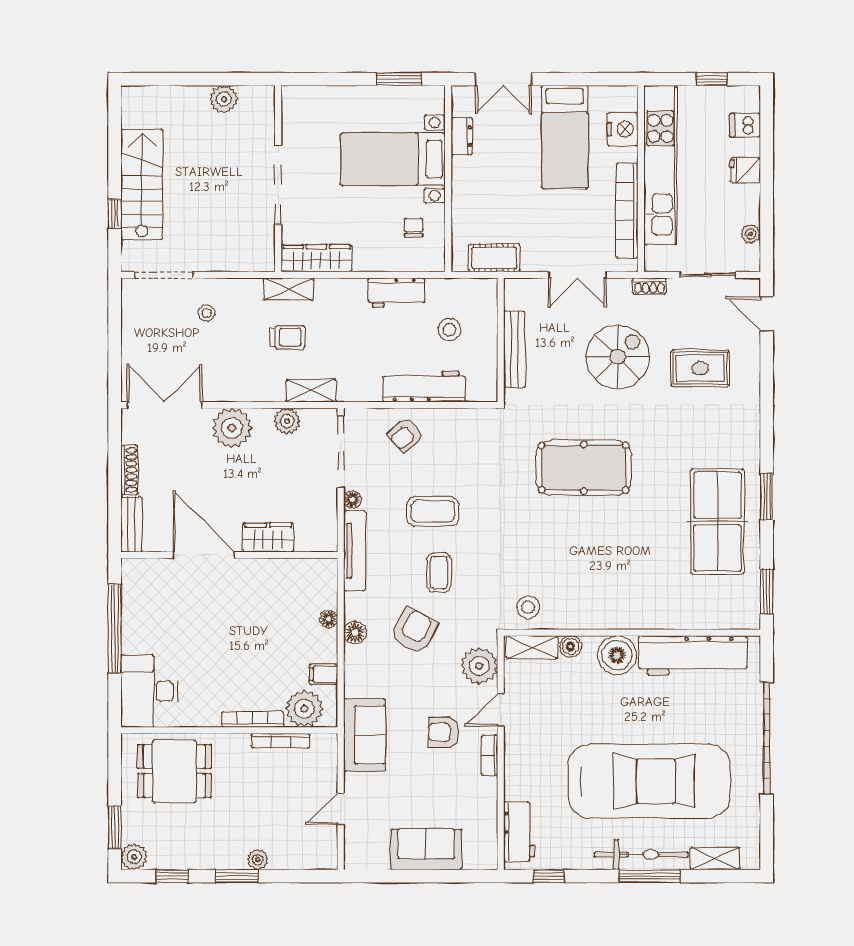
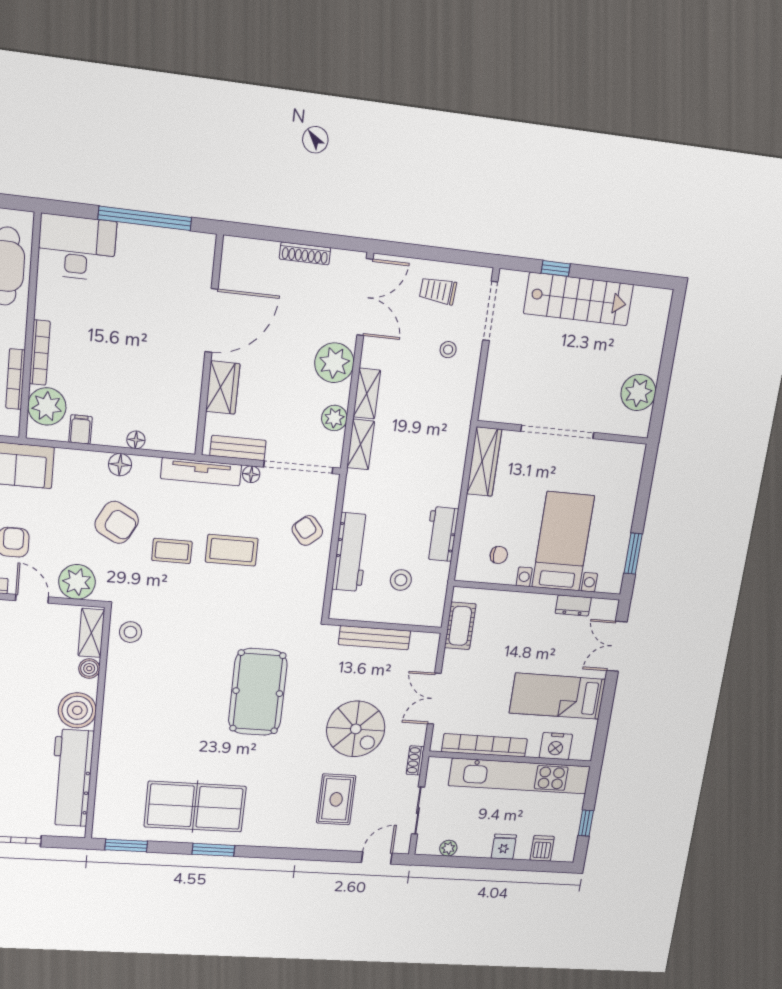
plant: (224, 99) -> (638, 393), width x1.36, depth x1.36
shelving: (288, 289) -> (367, 394), moved
trolley: (288, 337) -> (438, 291), moved, turned 94
coffee table: (433, 511) -> (232, 550), turned 90
bench: (132, 524) -> (238, 448), moved

